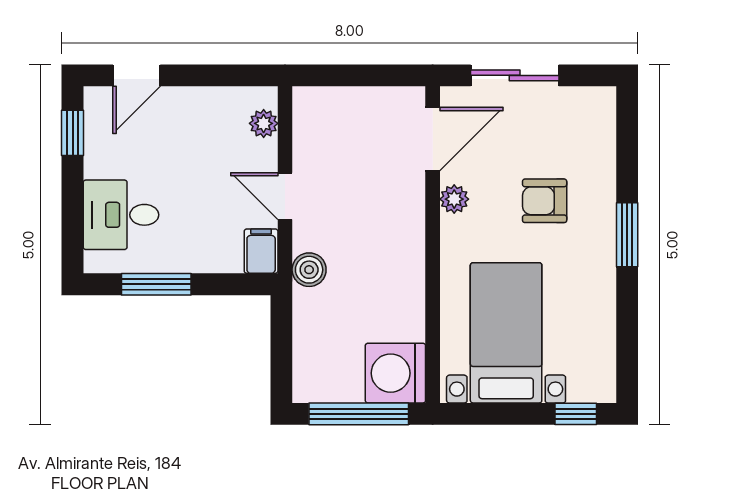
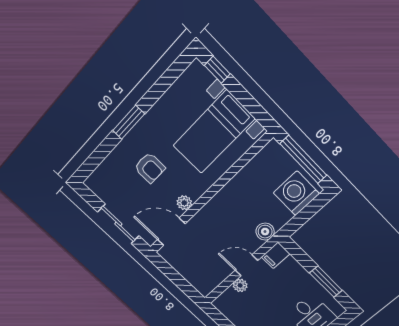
plant: (264, 123) -> (240, 285), moved
door: (285, 196) -> (246, 265), swing flipped
washing machine: (395, 373) -> (296, 193), moved, turned 180

